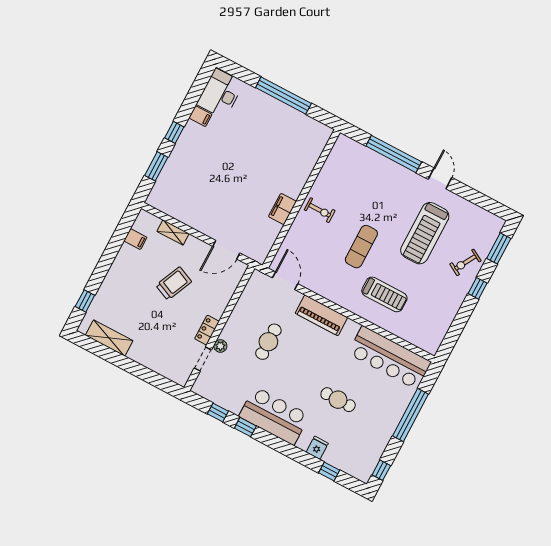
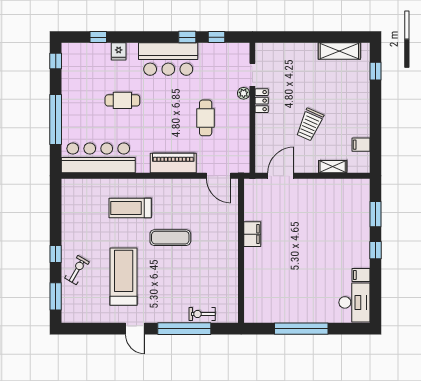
exercise bike: (320, 210) -> (202, 314), moved
exercise mat: (361, 247) -> (170, 238), turned 90

